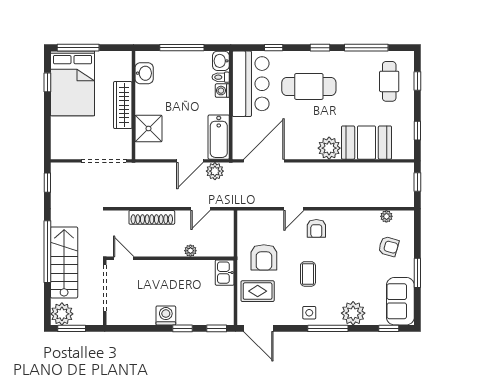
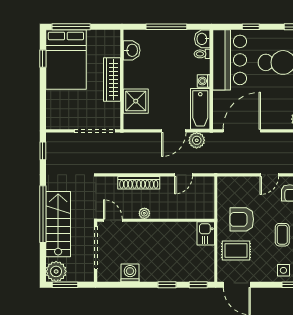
washing machine: (222, 91) -> (204, 81), moved
plant: (190, 251) -> (144, 213), moved
armchair: (264, 257) -> (242, 219), turned 90
washing machine: (166, 315) -> (130, 273), moved

